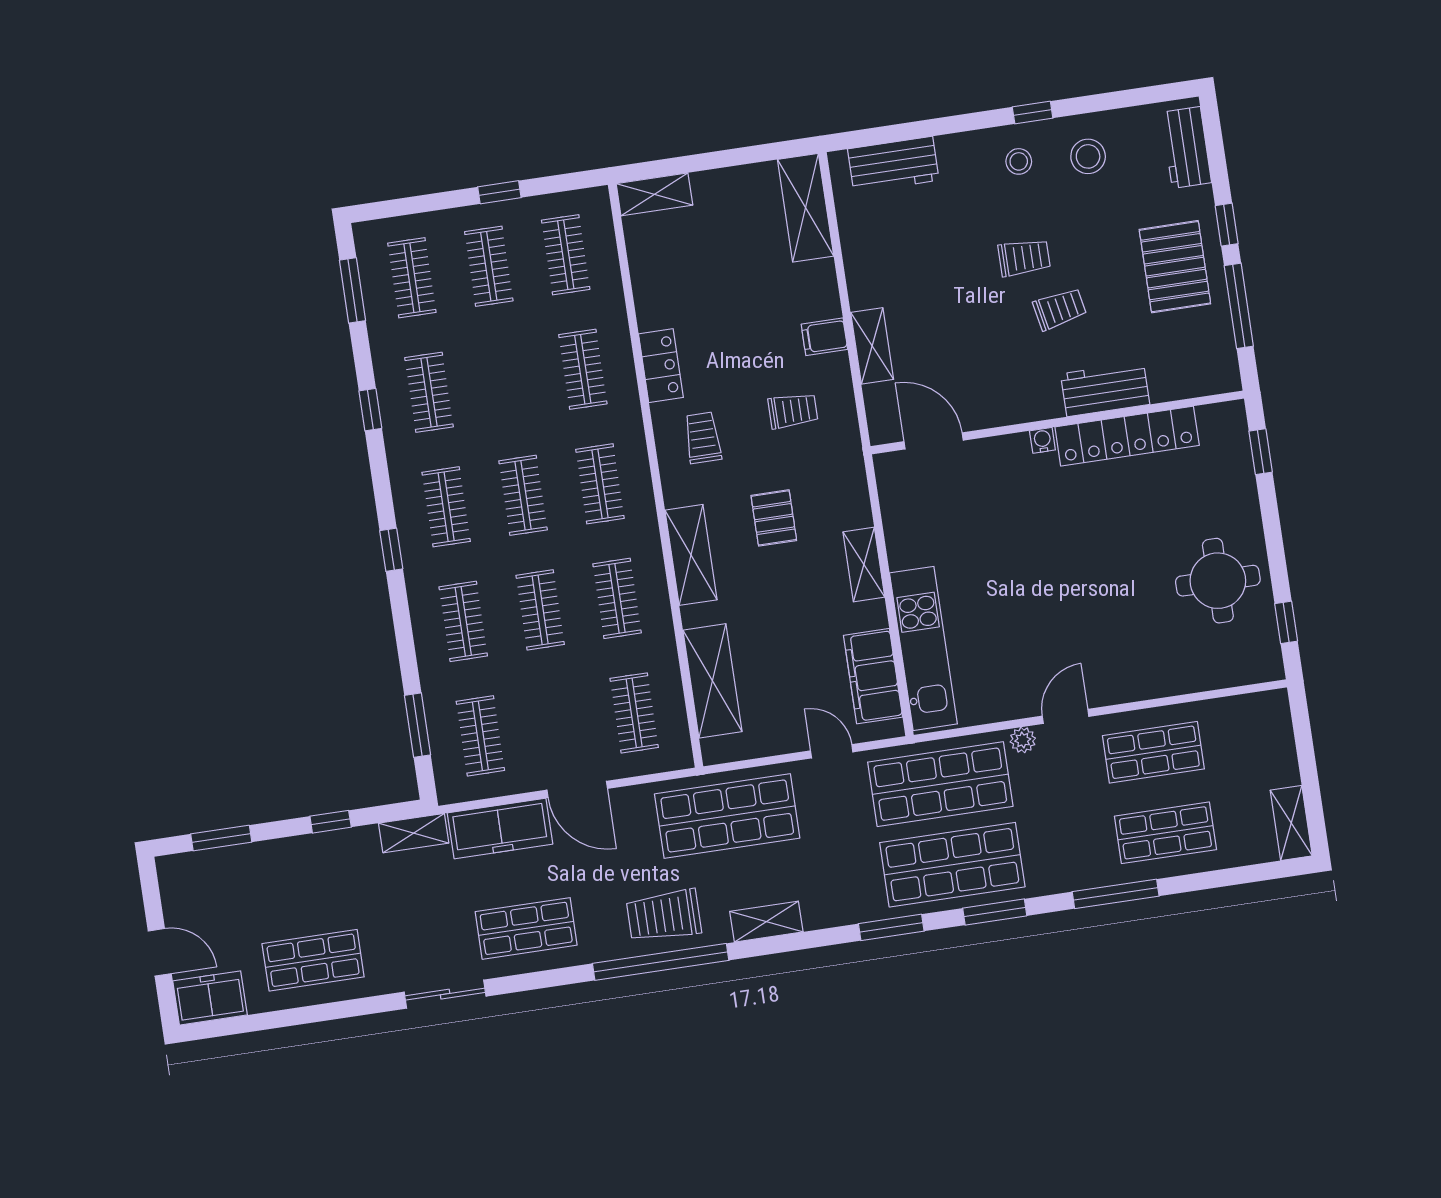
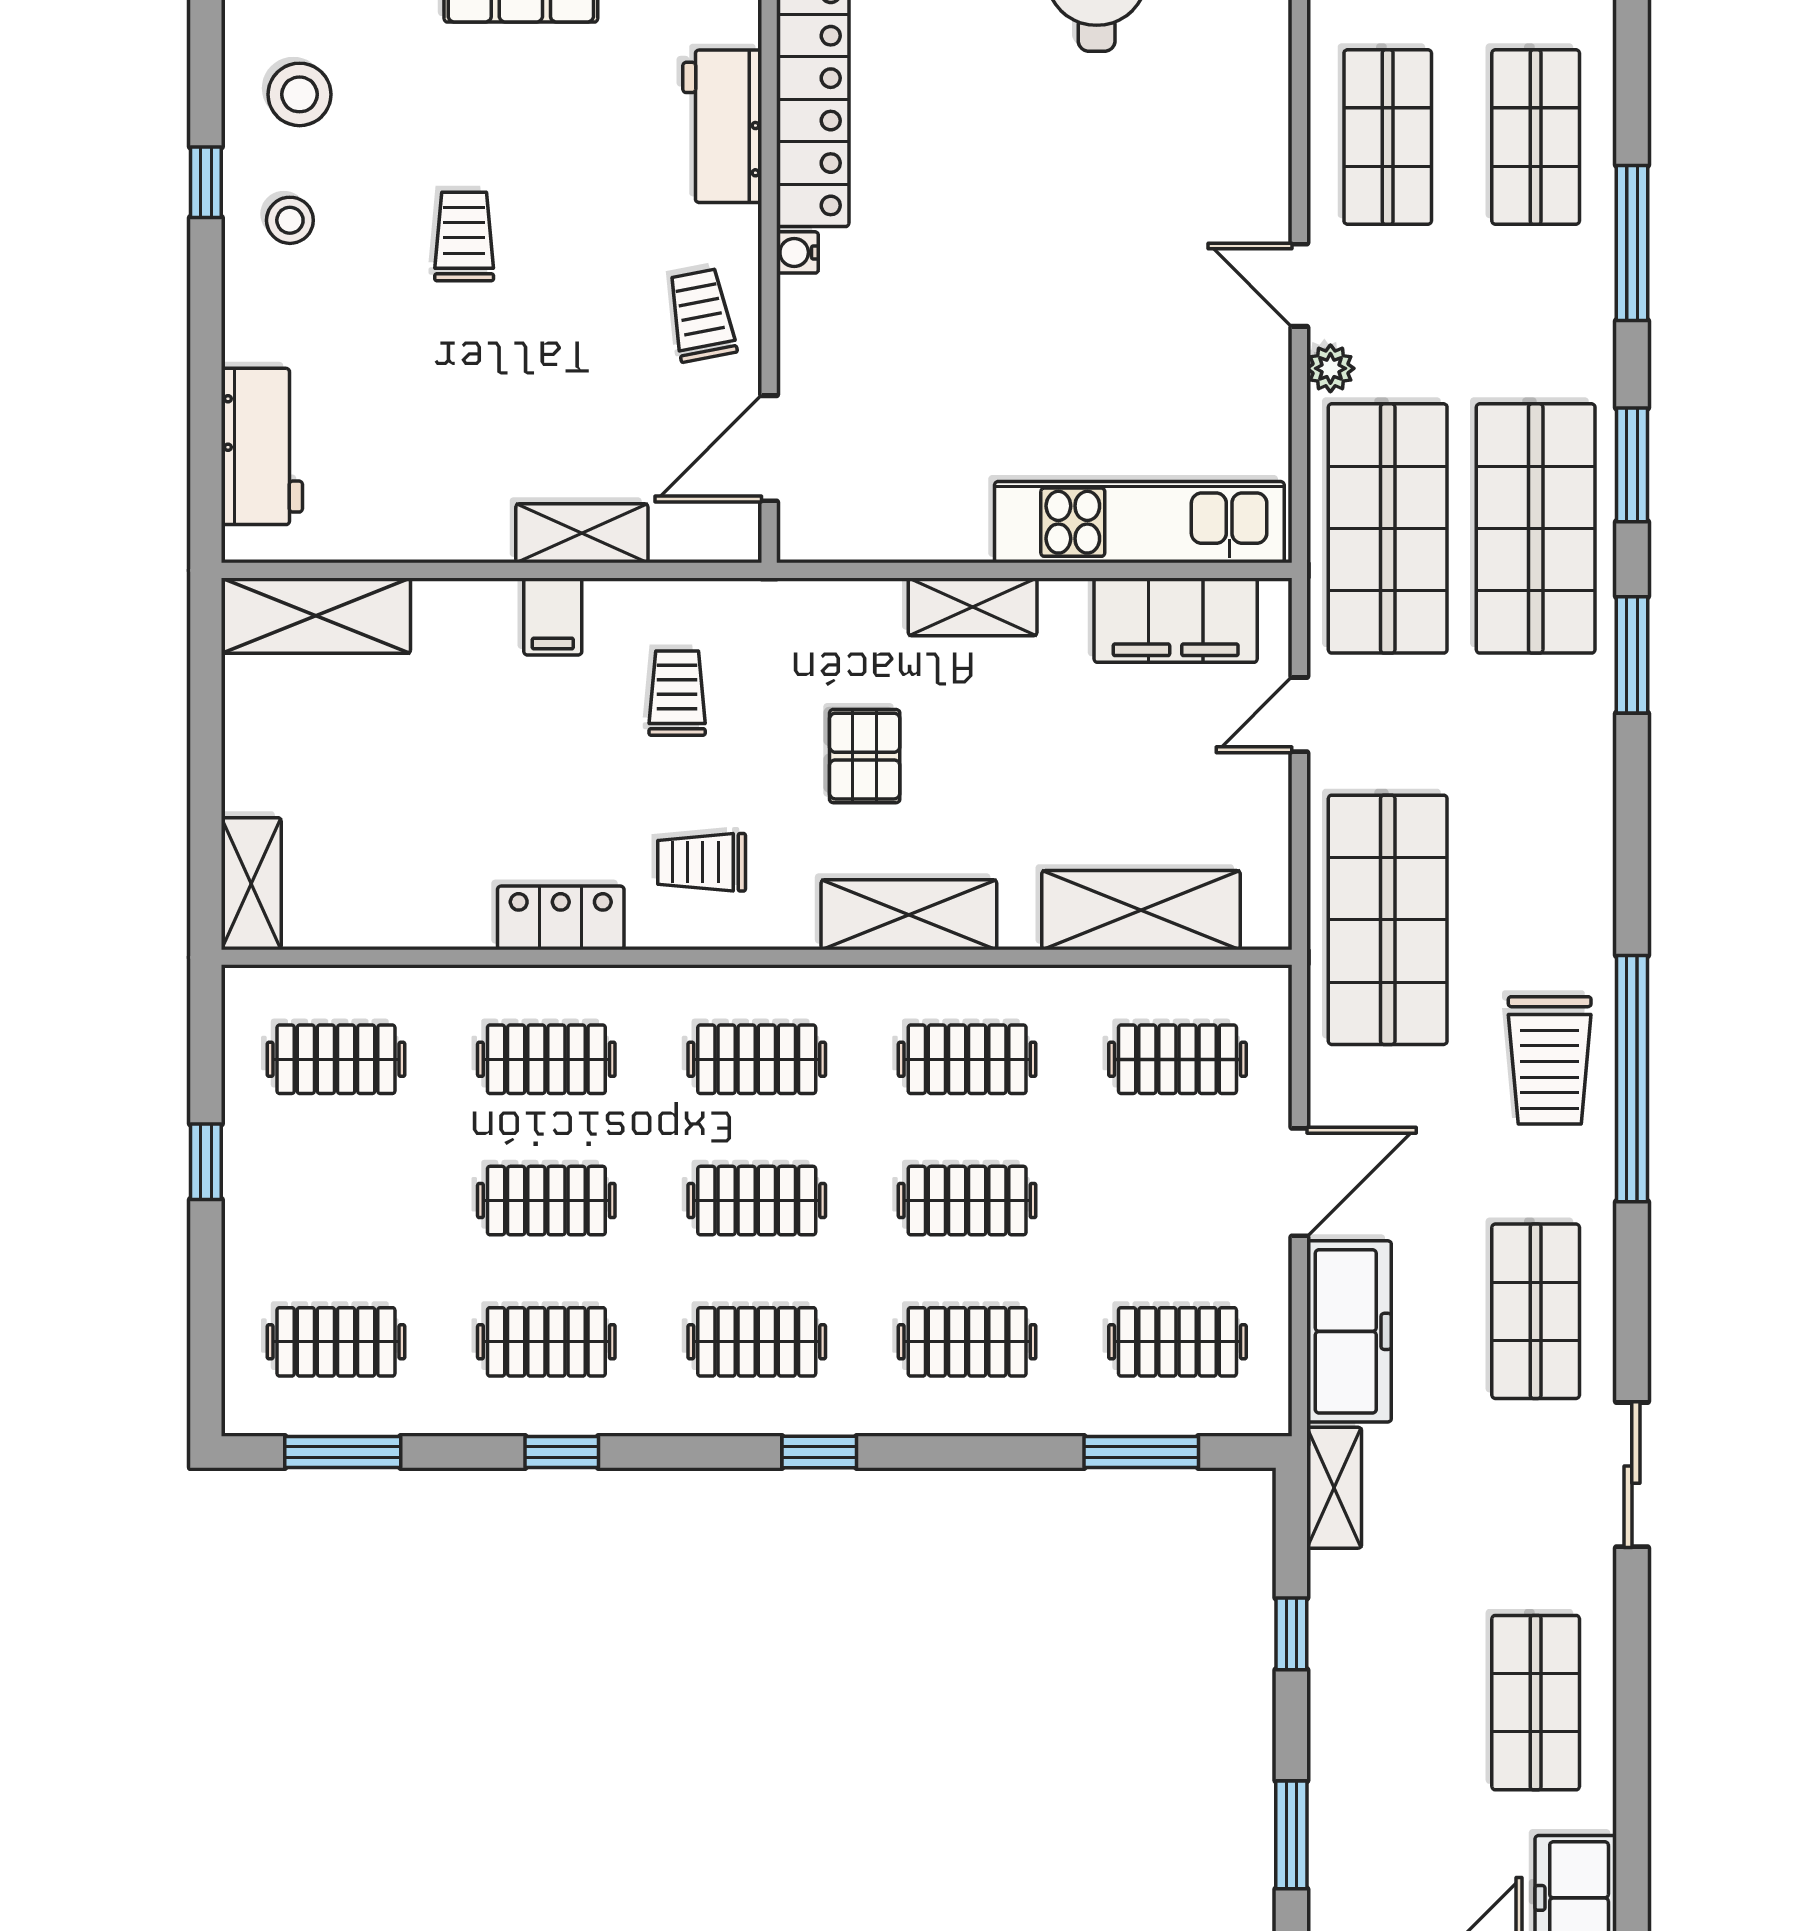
clothes rail: (489, 266) -> (546, 1201), moved
trolley: (1060, 309) -> (701, 315), moved
pallet: (774, 518) -> (865, 756), turned 90
shelving: (766, 922) -> (1588, 878), removed

